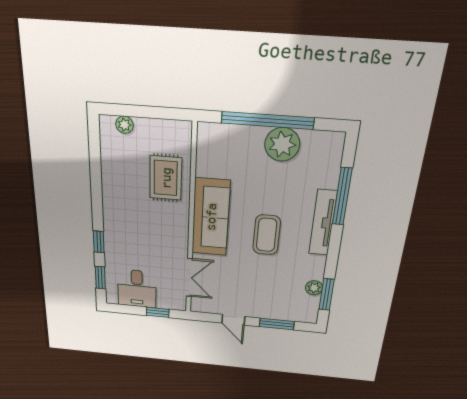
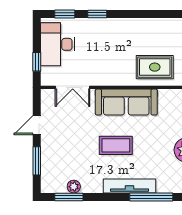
desk: (137, 289) -> (58, 44), width x1.37

